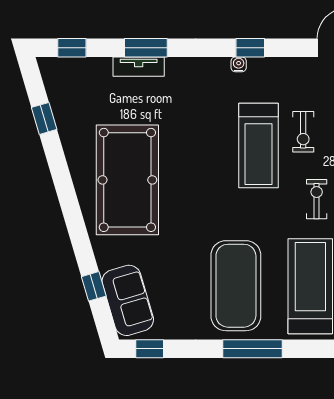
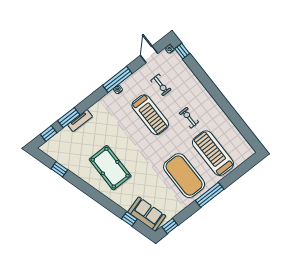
window: (146, 48) -> (69, 118), moved
window: (250, 48) -> (117, 79), width x2.17
exercise bike: (303, 132) -> (161, 85), moved
pool table: (127, 180) -> (110, 168), width x0.73, depth x0.76

